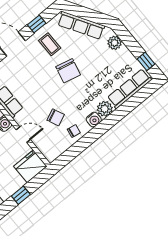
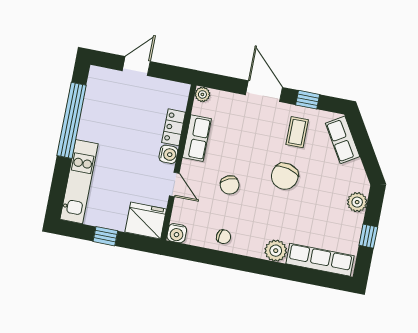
row of seats: (81, 25) -> (343, 140), width x0.68
window: (146, 61) -> (368, 236), moved
chair: (56, 117) -> (230, 185), moved
water cooler: (94, 120) -> (177, 233), moved

